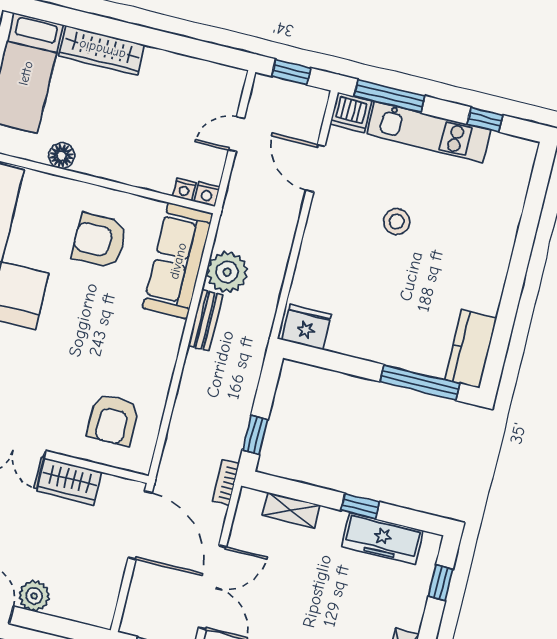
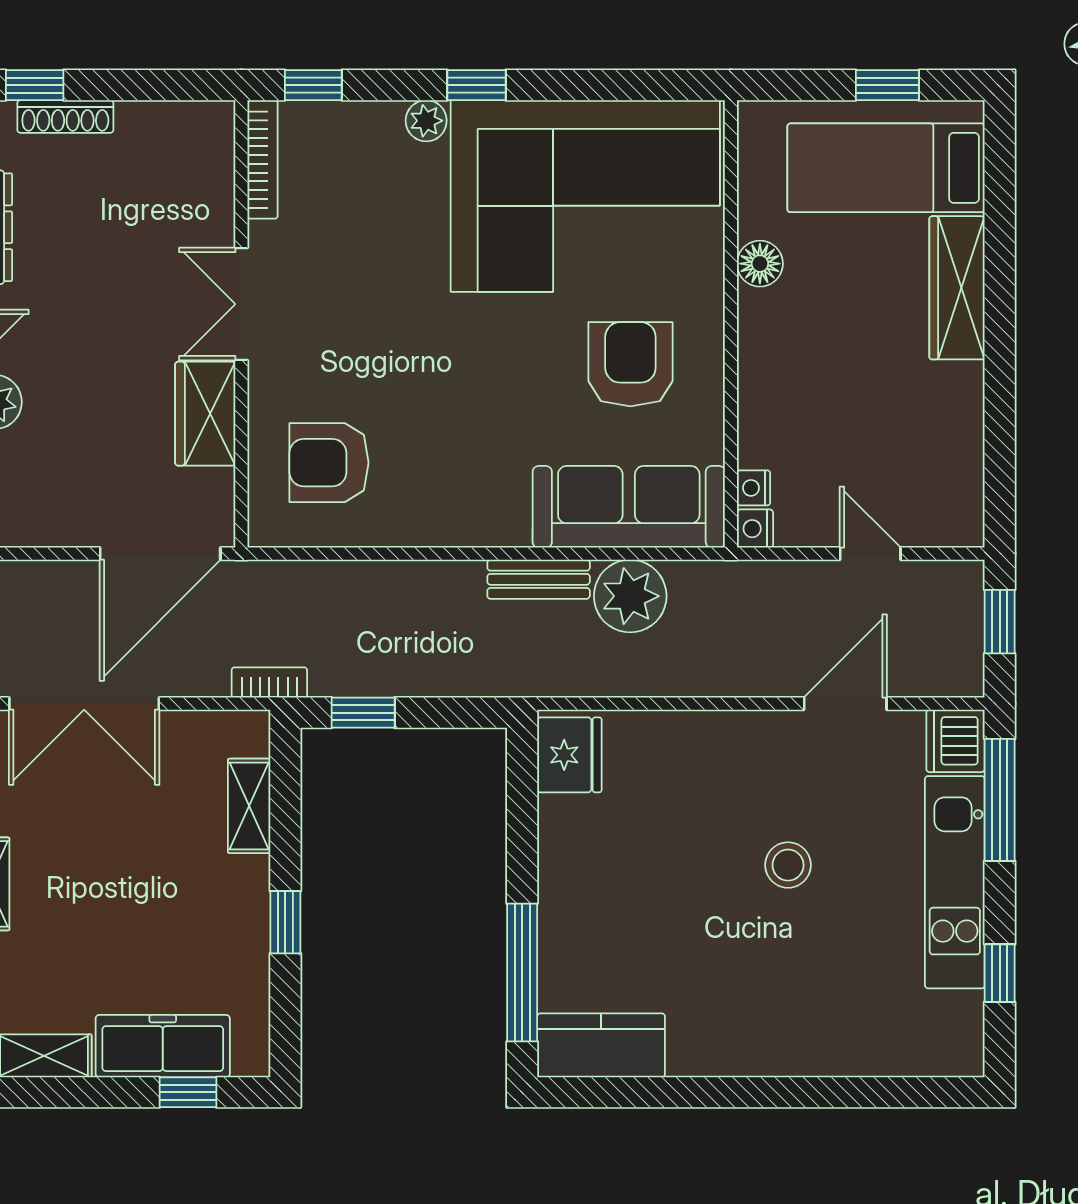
freezer: (382, 539) -> (163, 1046), moved, turned 90

